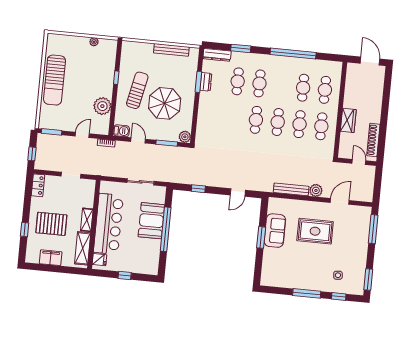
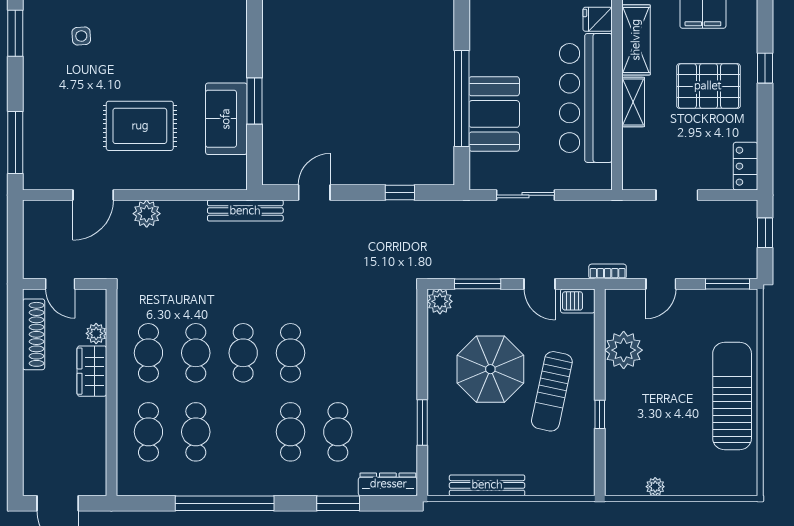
dresser: (206, 82) -> (406, 424), removed
plant: (345, 138) -> (96, 333), added
bench: (291, 189) -> (245, 211), moved

